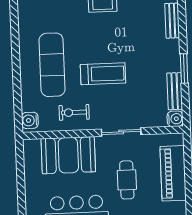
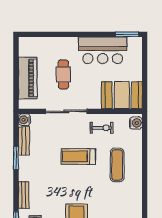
exercise mat: (52, 65) -> (117, 165), width x0.73, depth x0.69
sliding door: (121, 132) -> (66, 111), width x1.37
booth: (68, 155) -> (122, 95), moved

